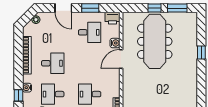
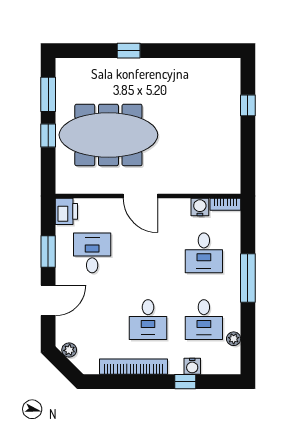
water cooler: (115, 43) -> (200, 207), moved
desk: (53, 63) -> (148, 320), turned 180
window: (18, 95) -> (185, 382), moved

